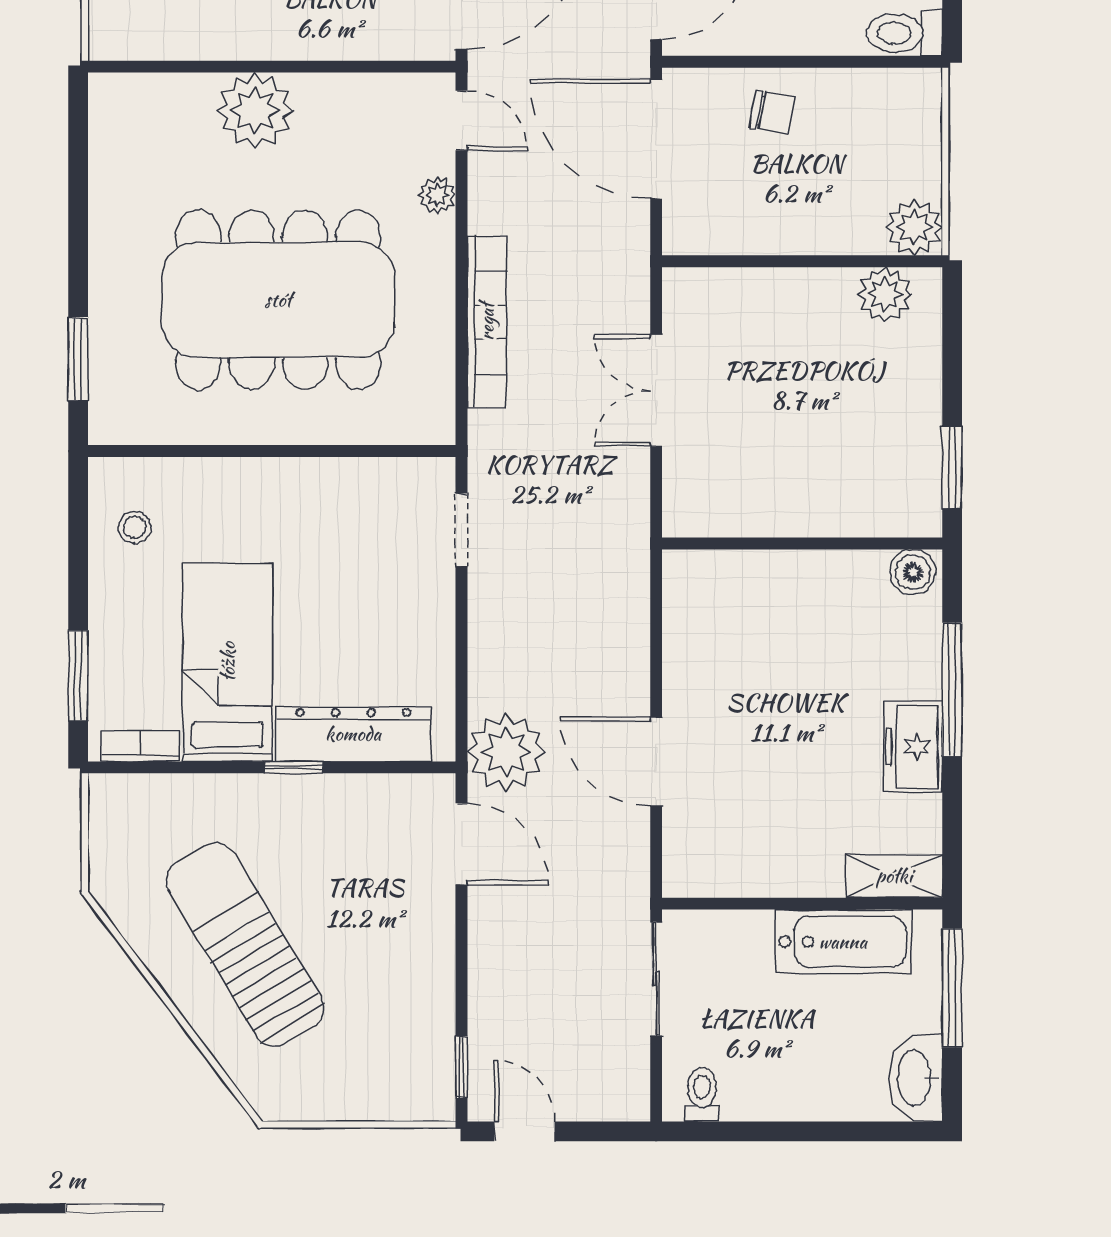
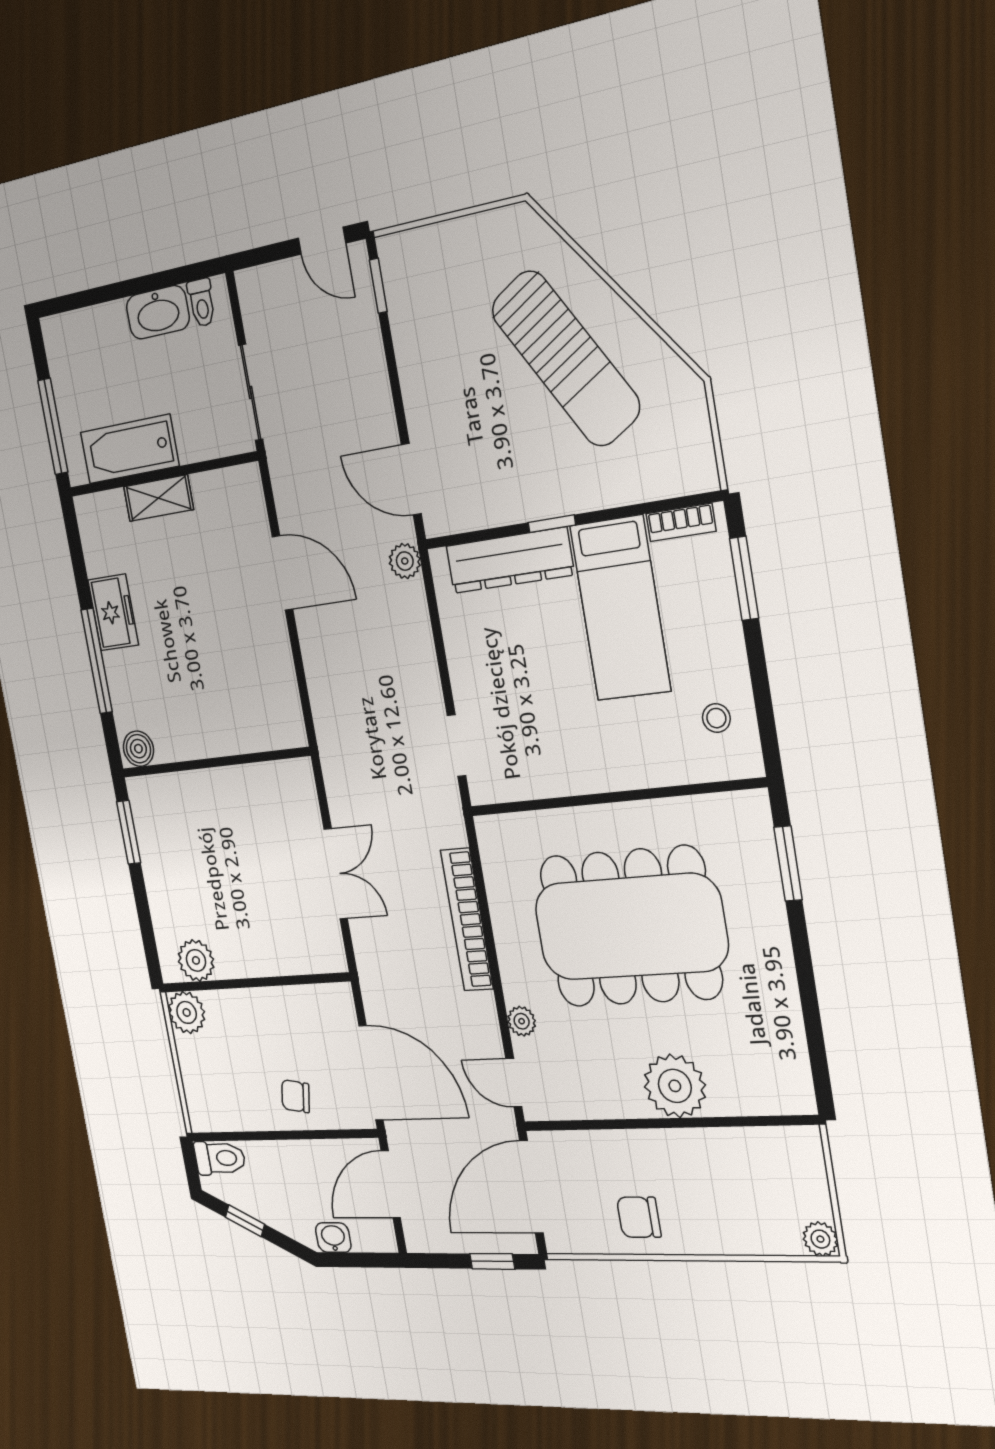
plant: (506, 752) -> (405, 561), width x0.53, depth x0.53
shelving: (894, 876) -> (158, 498), moved
washbasin: (916, 1078) -> (158, 312), moved, turned 90

